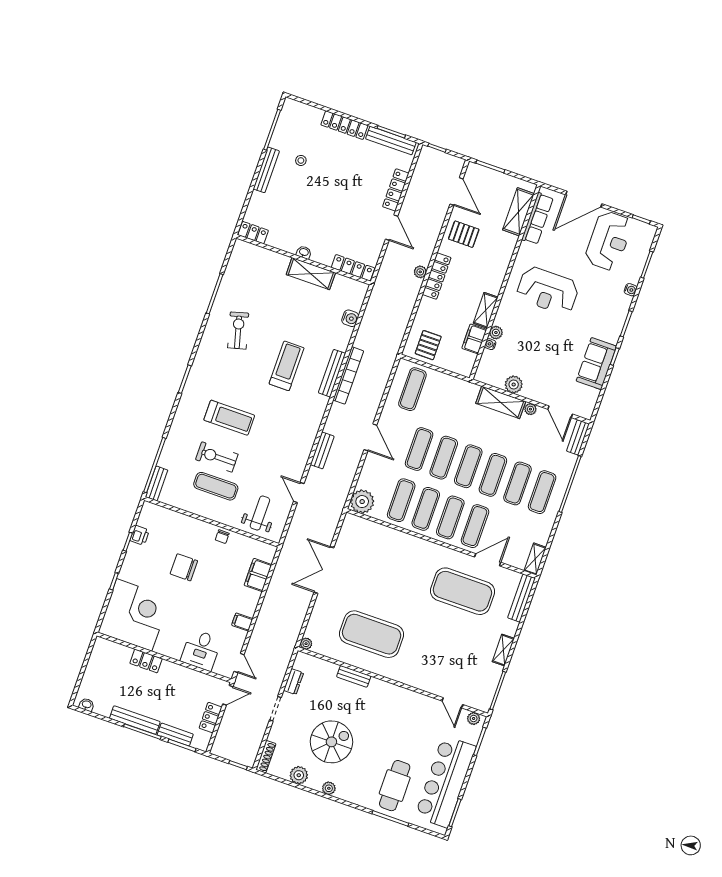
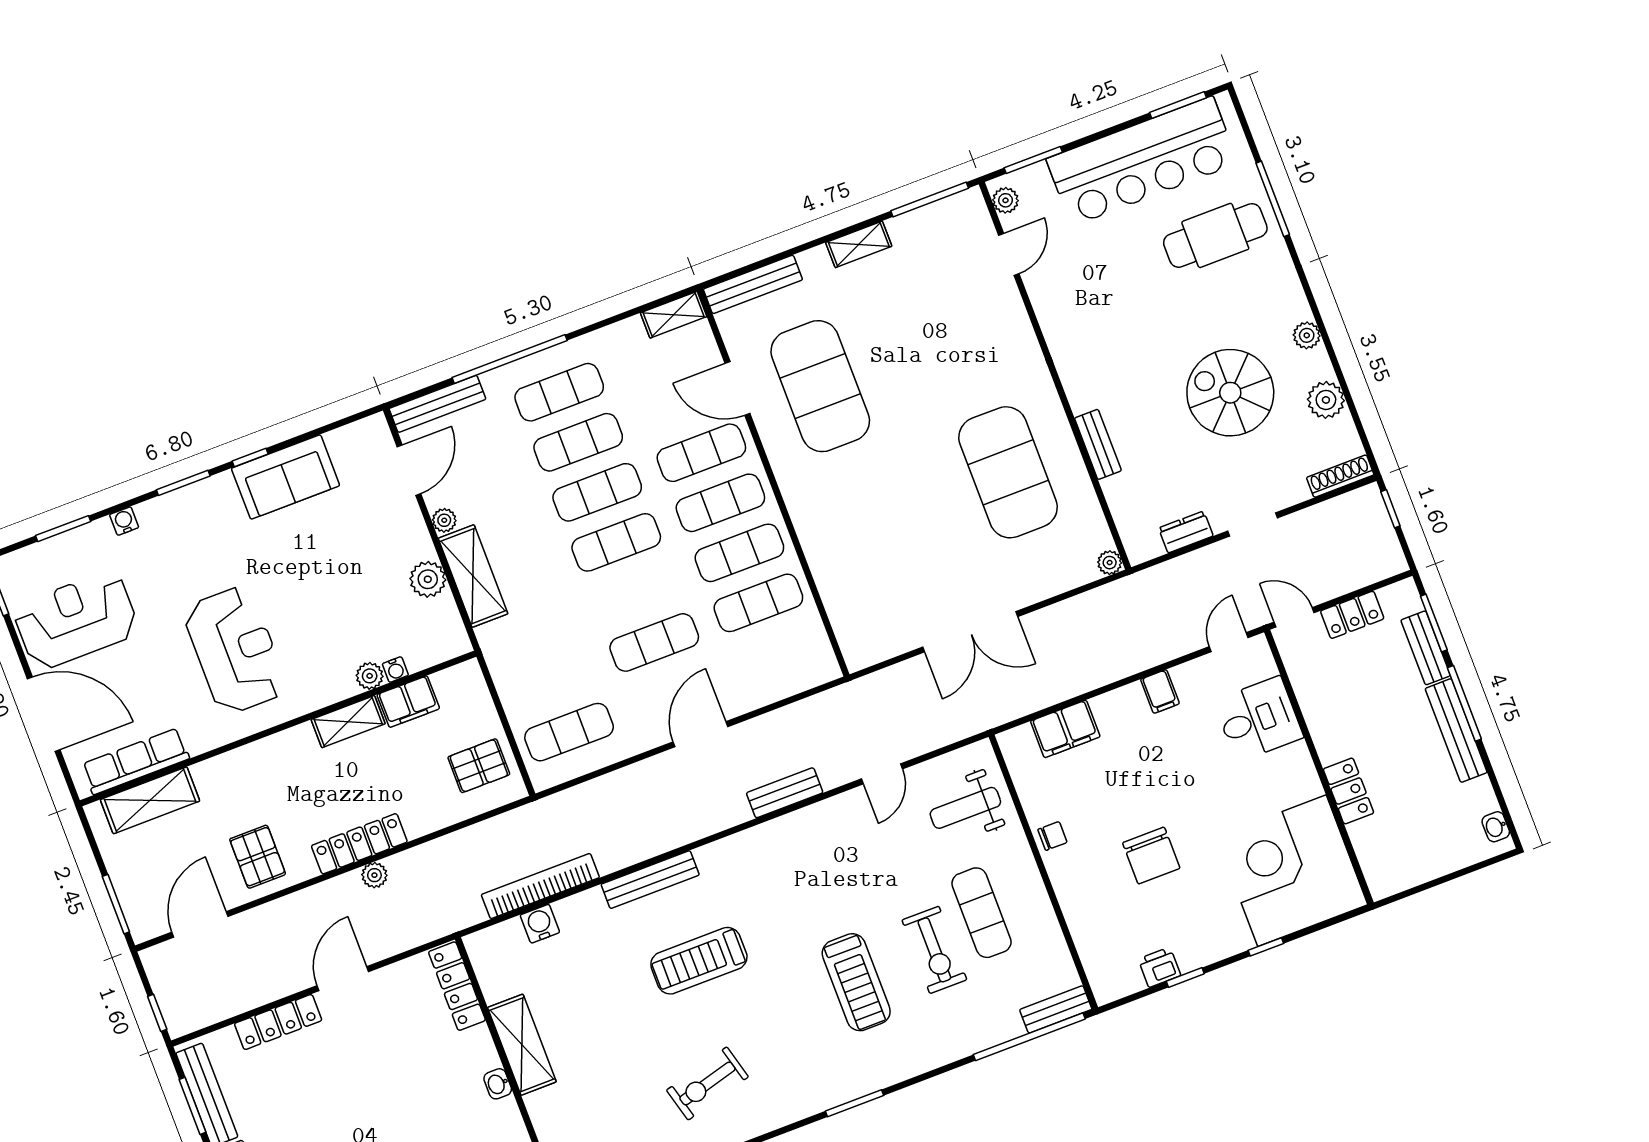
bookcase: (348, 375) -> (540, 886), moved
treadmill: (229, 418) -> (856, 982), turned 180
bench: (578, 437) -> (437, 404), width x1.36
exercise mat: (444, 458) -> (635, 592), removed
plant: (362, 502) -> (812, 662), removed

